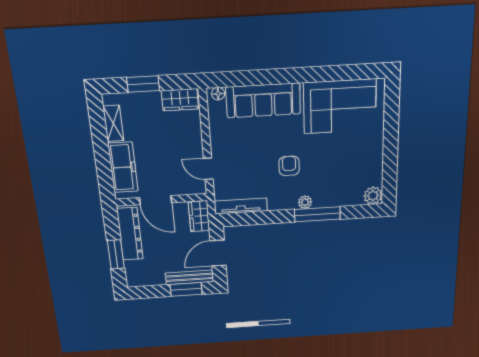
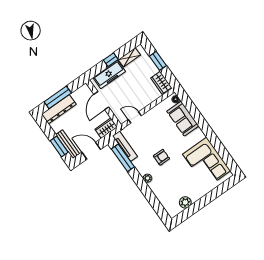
sofa: (263, 100) -> (183, 119), width x0.73
window: (102, 152) -> (111, 60), added
door: (208, 169) -> (135, 117), hinge flipped
plant: (373, 196) -> (185, 202), moved
window: (317, 214) -> (123, 158), moved
dresser: (130, 234) -> (59, 109), moved
window: (116, 254) -> (58, 97), width x1.44

